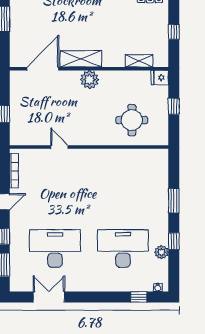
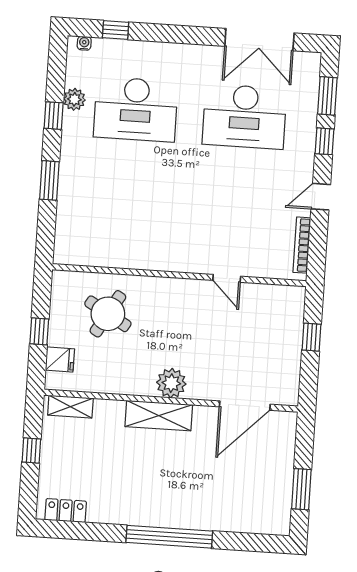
shelving: (81, 59) -> (159, 416), moved
shelving: (139, 61) -> (70, 407), moved
fridge: (160, 78) -> (60, 359), moved
round table: (132, 120) -> (108, 314), turned 30
double door: (49, 297) -> (259, 40), width x1.37

